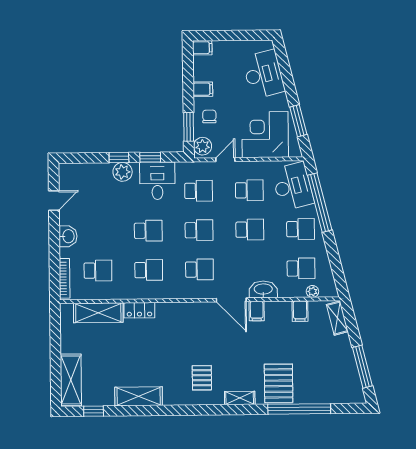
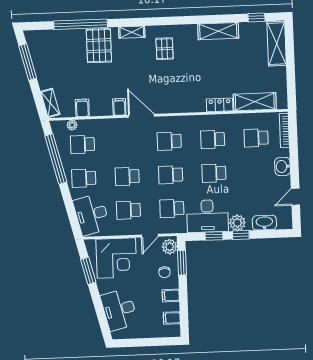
filing cabinet: (202, 48) -> (172, 318), moved
desk: (157, 181) -> (207, 216), width x1.37
window: (320, 203) -> (56, 159), moved
washbasin: (263, 290) -> (264, 223), moved, turned 180

